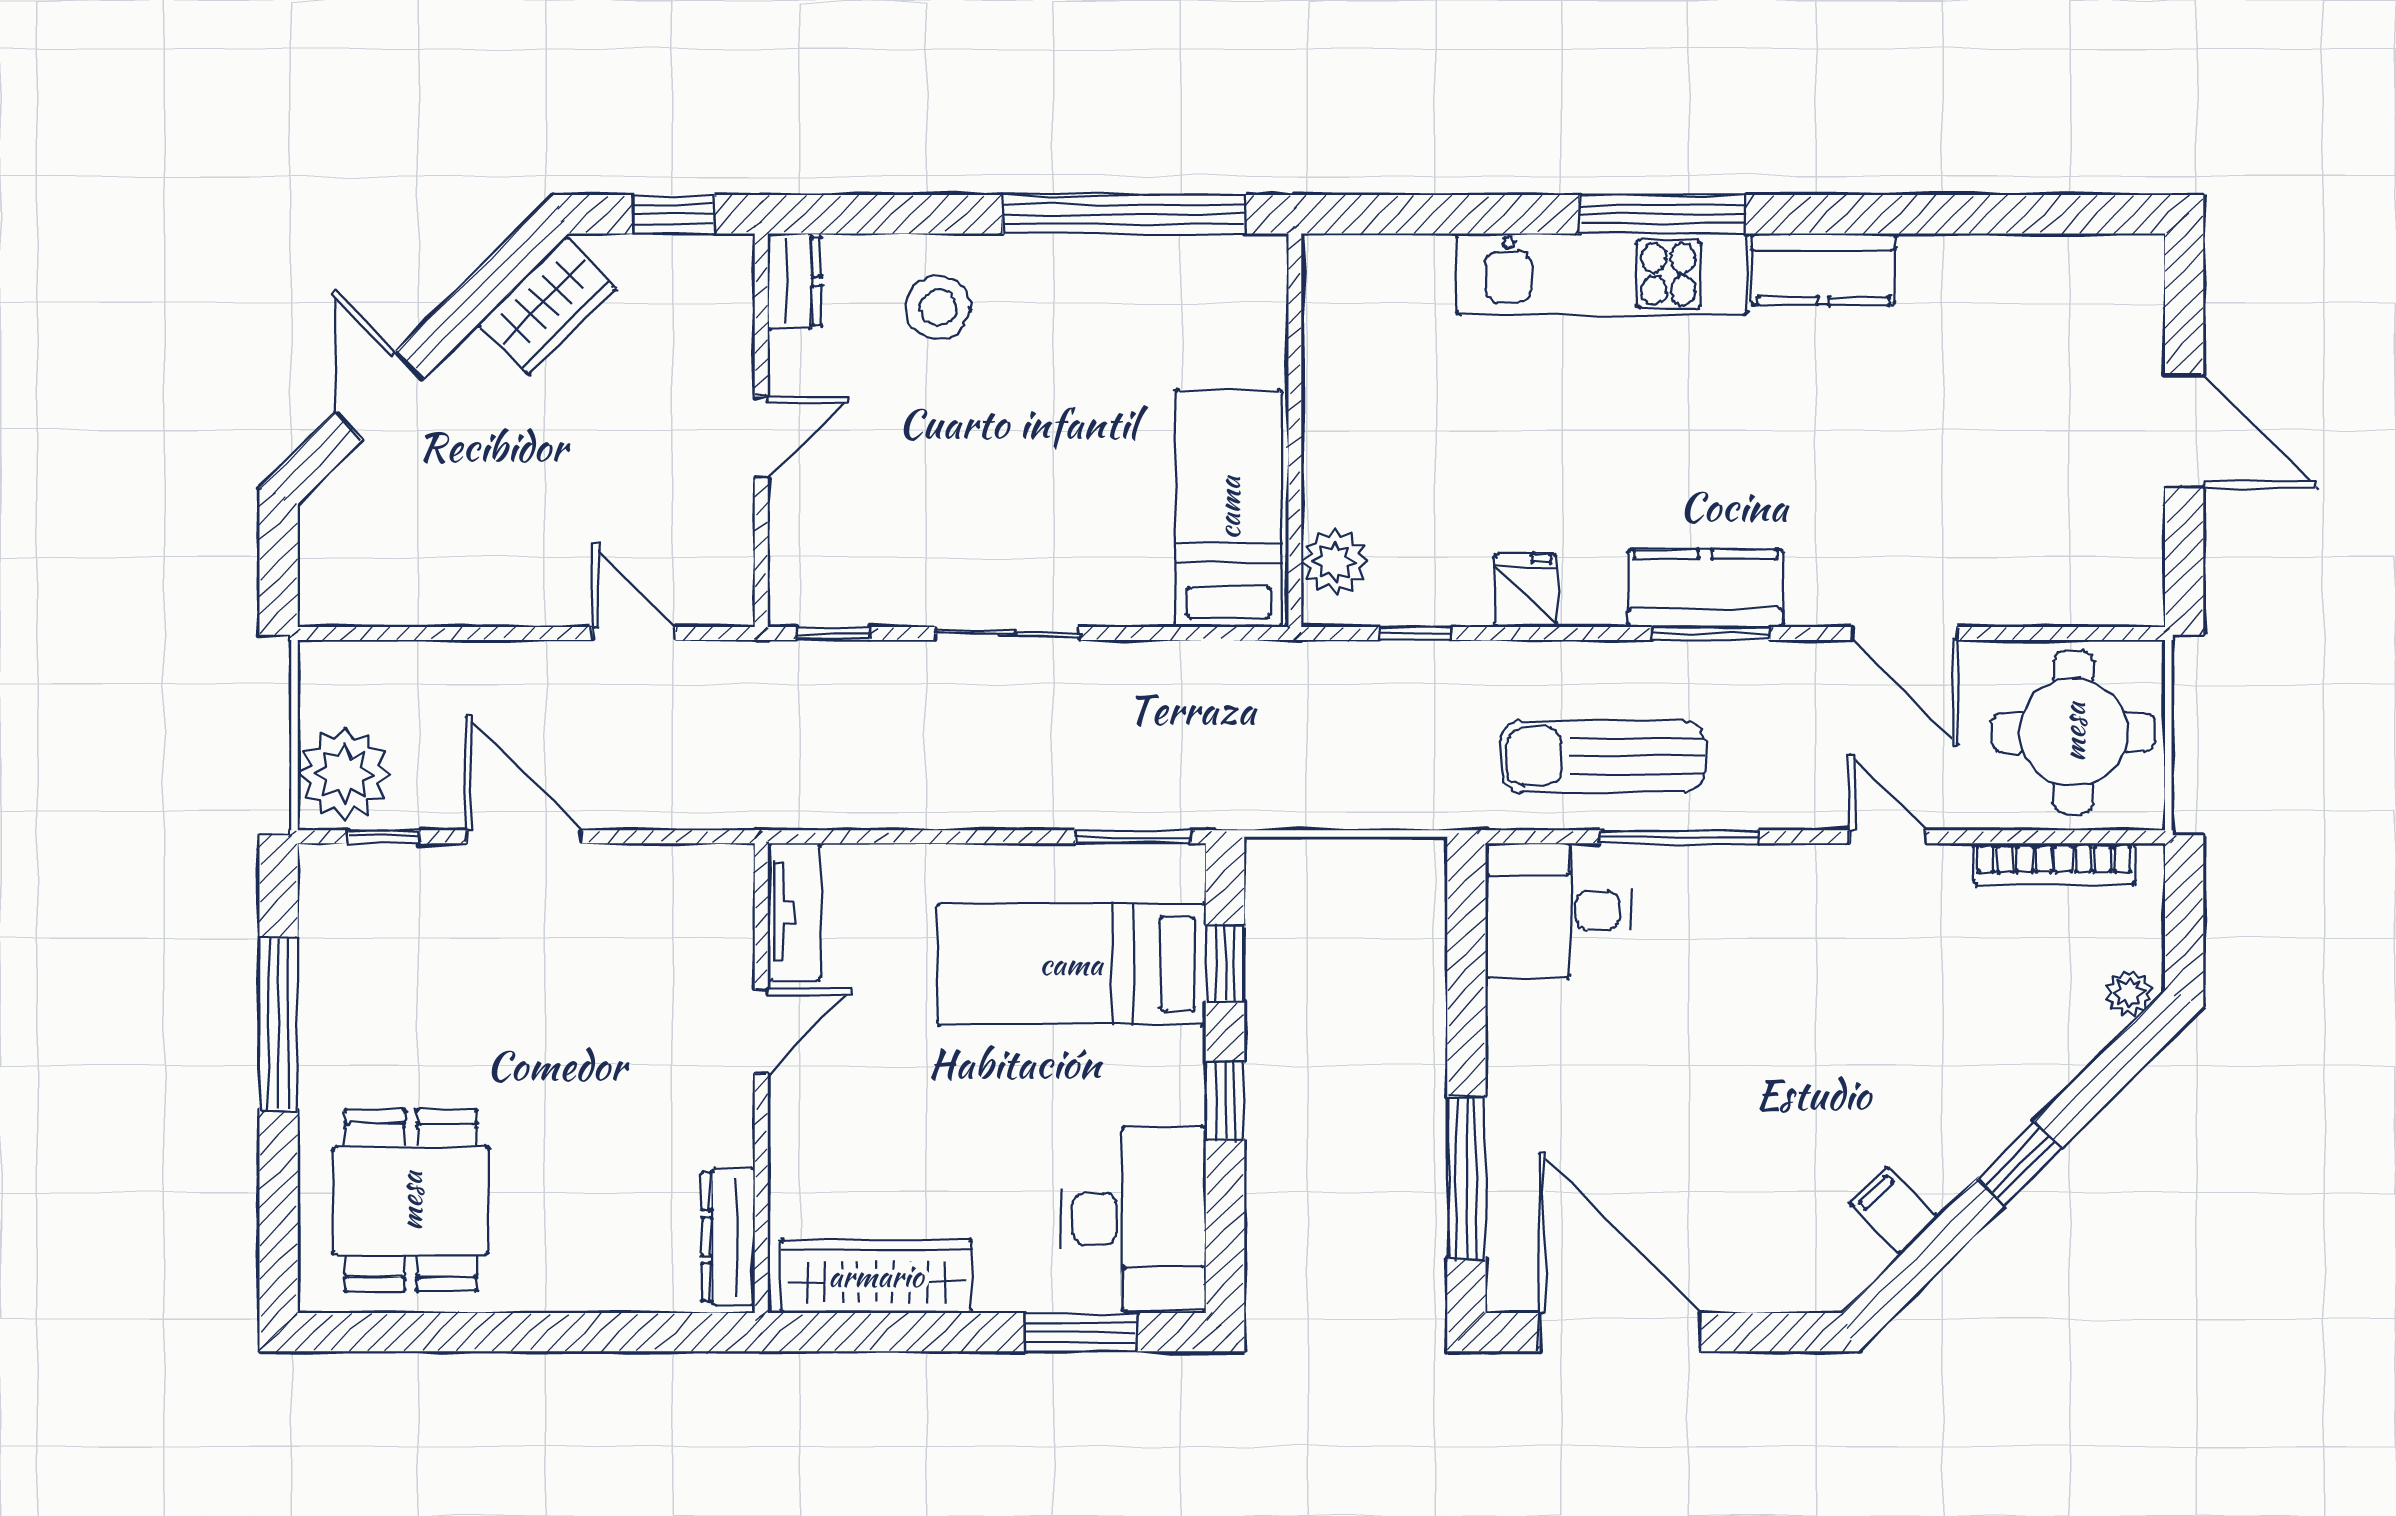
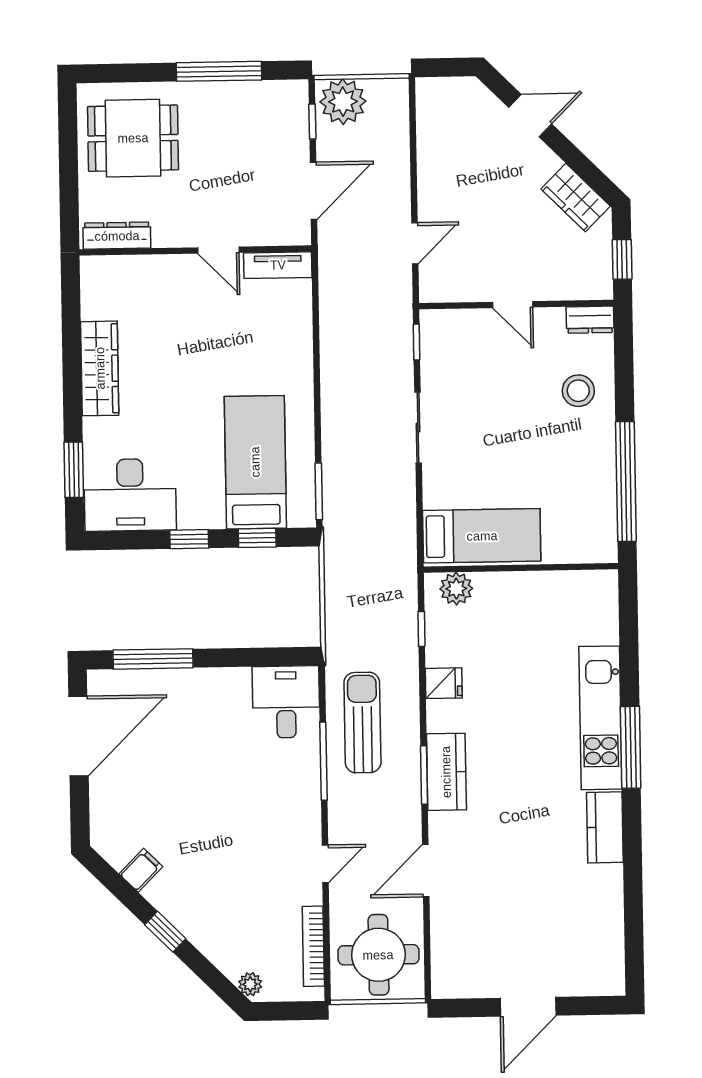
tv unit: (794, 912) -> (278, 265), moved
door: (761, 1032) -> (218, 250), moved
wall: (761, 1078) -> (195, 251), moved
dresser: (728, 1237) -> (117, 236), moved

